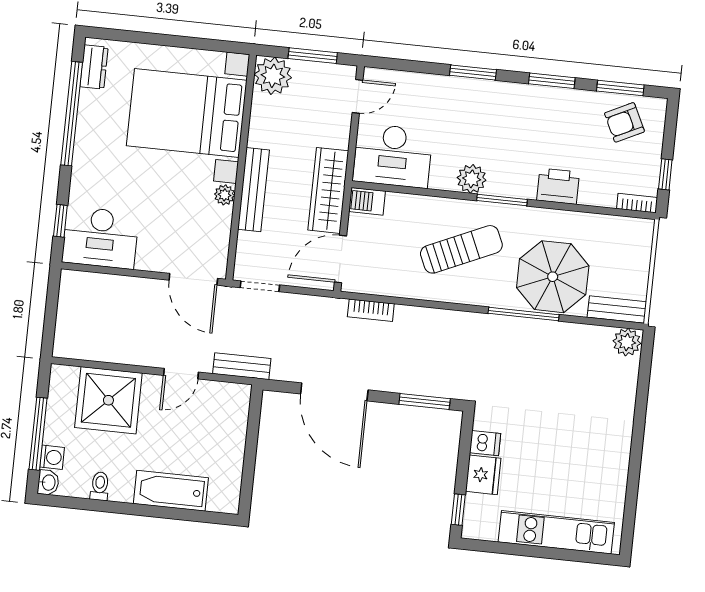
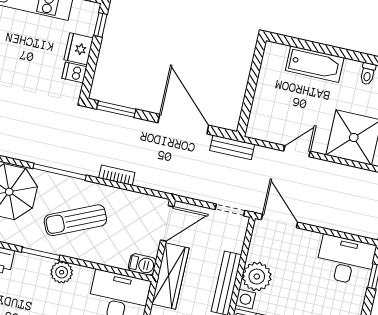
plant: (225, 195) -> (257, 277), width x1.88, depth x1.88
bookcase: (371, 310) -> (117, 175), moved
window: (524, 314) -> (60, 172), moved
bench: (242, 366) -> (232, 147), moved

